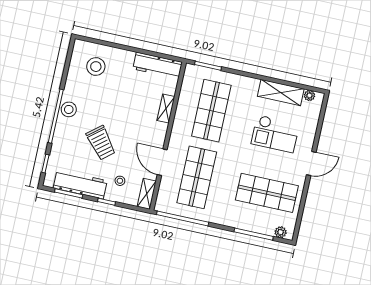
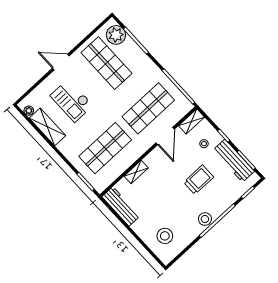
checkout: (275, 134) -> (72, 100), turned 180
trolley: (101, 143) -> (199, 180), turned 39
plant: (281, 232) -> (116, 35), width x1.88, depth x1.88

